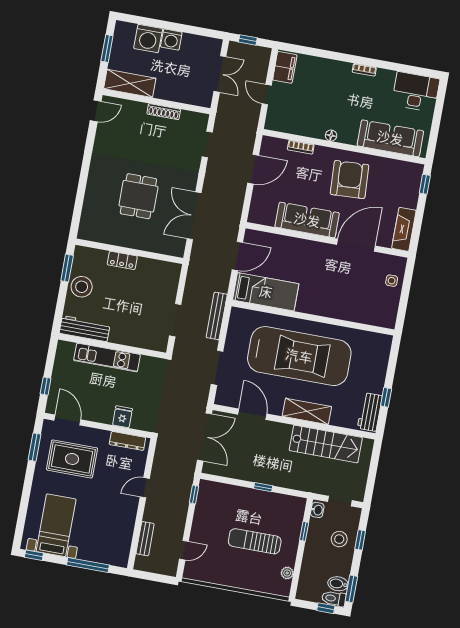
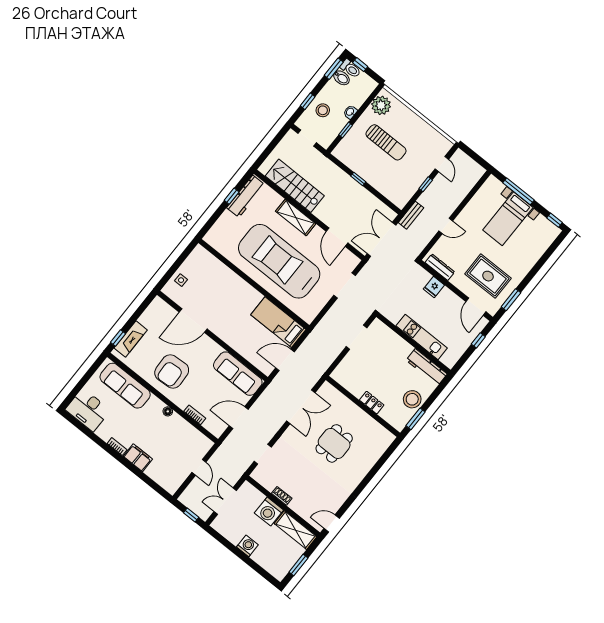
washing machine: (148, 38) -> (269, 512), moved, turned 180
filing cabinet: (285, 67) -> (138, 458), moved, turned 90
shoe rack: (164, 112) -> (282, 496), width x0.70
sofa: (307, 220) -> (238, 374), moved
fireplace: (404, 229) -> (131, 339), moved
bench: (217, 316) -> (324, 324), removed
workbench: (370, 412) -> (246, 196), width x1.38
window: (194, 494) -> (426, 184), moved
washbasin: (317, 510) -> (350, 112), moved
bed with nightstands: (56, 525) -> (508, 219), moved
bench: (145, 539) -> (411, 215), moved
door: (184, 550) -> (442, 164), swing flipped
plant: (287, 573) -> (381, 105), width x1.88, depth x1.88

